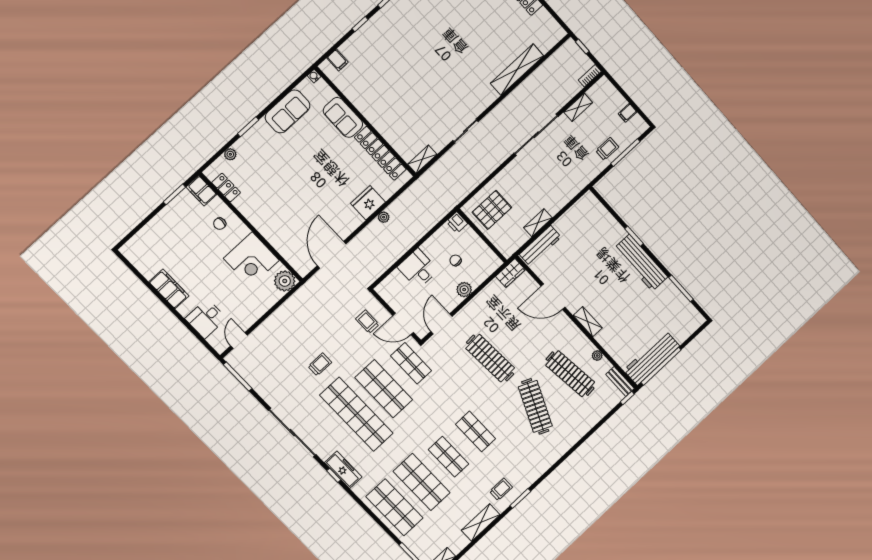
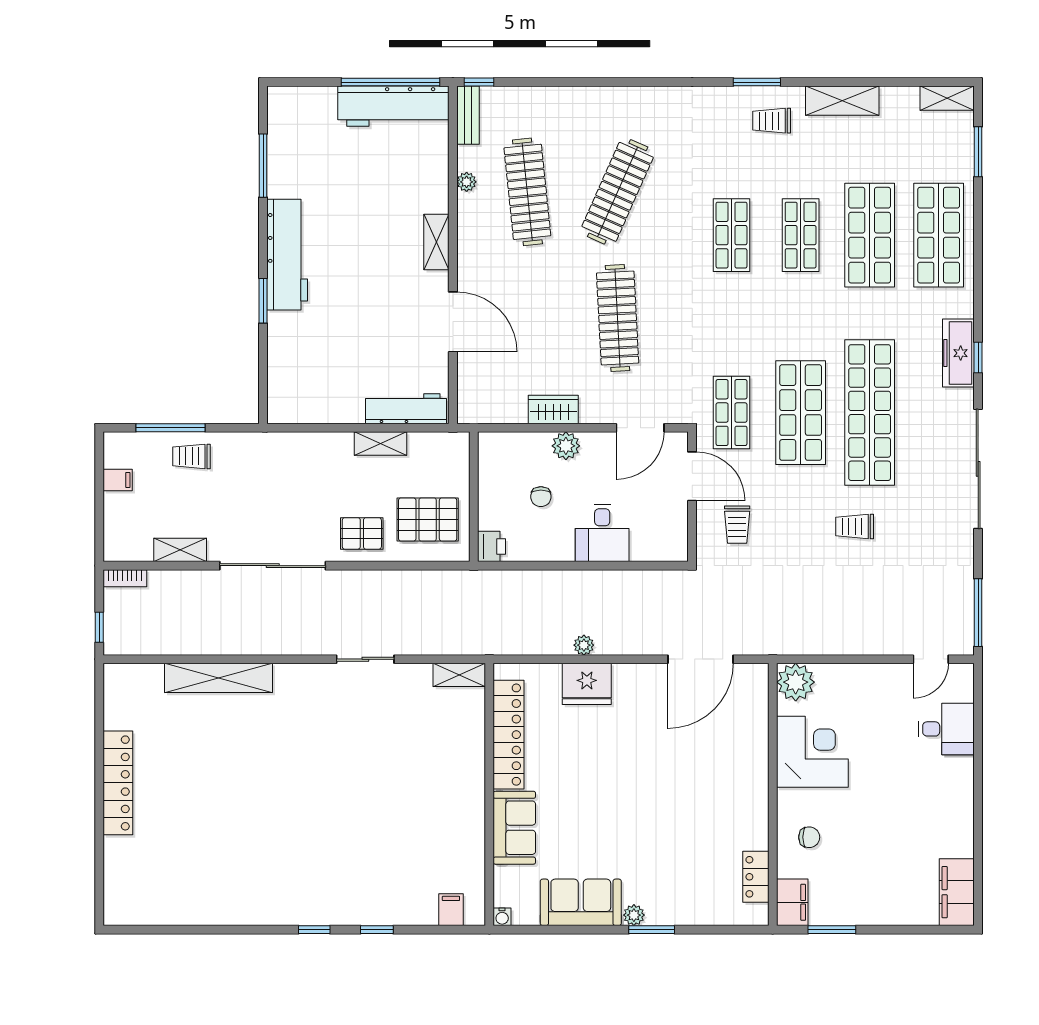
plant: (230, 154) -> (634, 915), moved
pallet: (513, 180) -> (362, 533), added
wardrobe: (510, 273) -> (553, 410), moved
filing cabinet: (169, 289) -> (957, 892), moved

